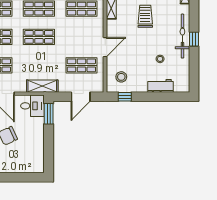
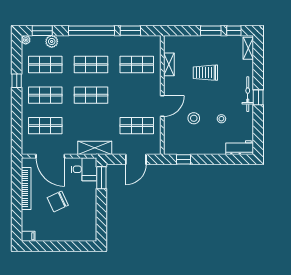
trolley: (145, 16) -> (205, 73), turned -90
bicycle: (182, 36) -> (248, 94), width x0.73, depth x0.71
stool: (121, 77) -> (194, 118), moved
workbench: (161, 86) -> (240, 148), moved

